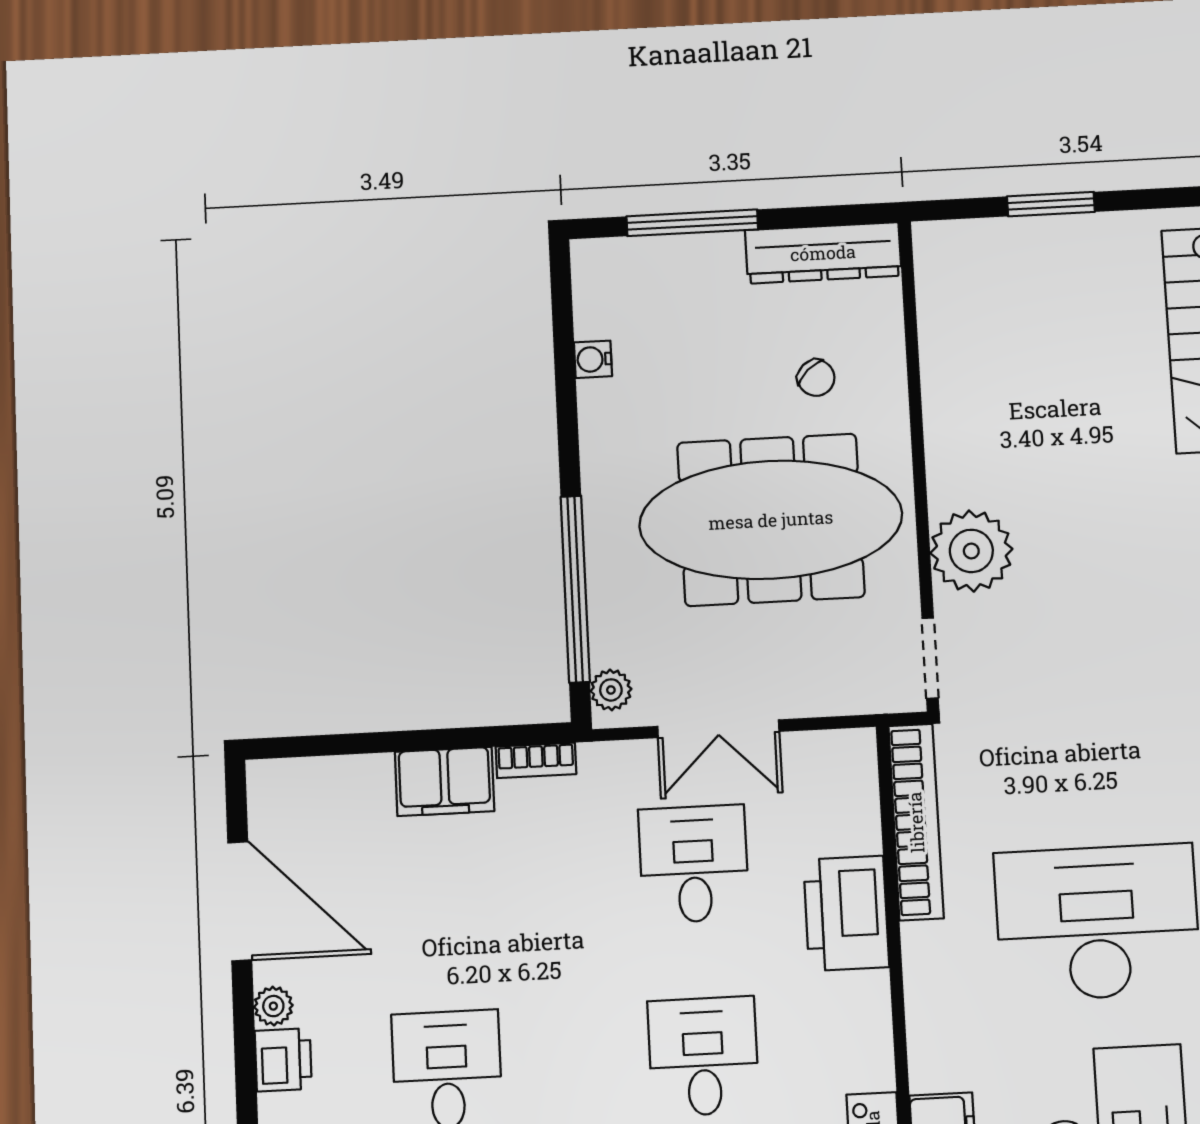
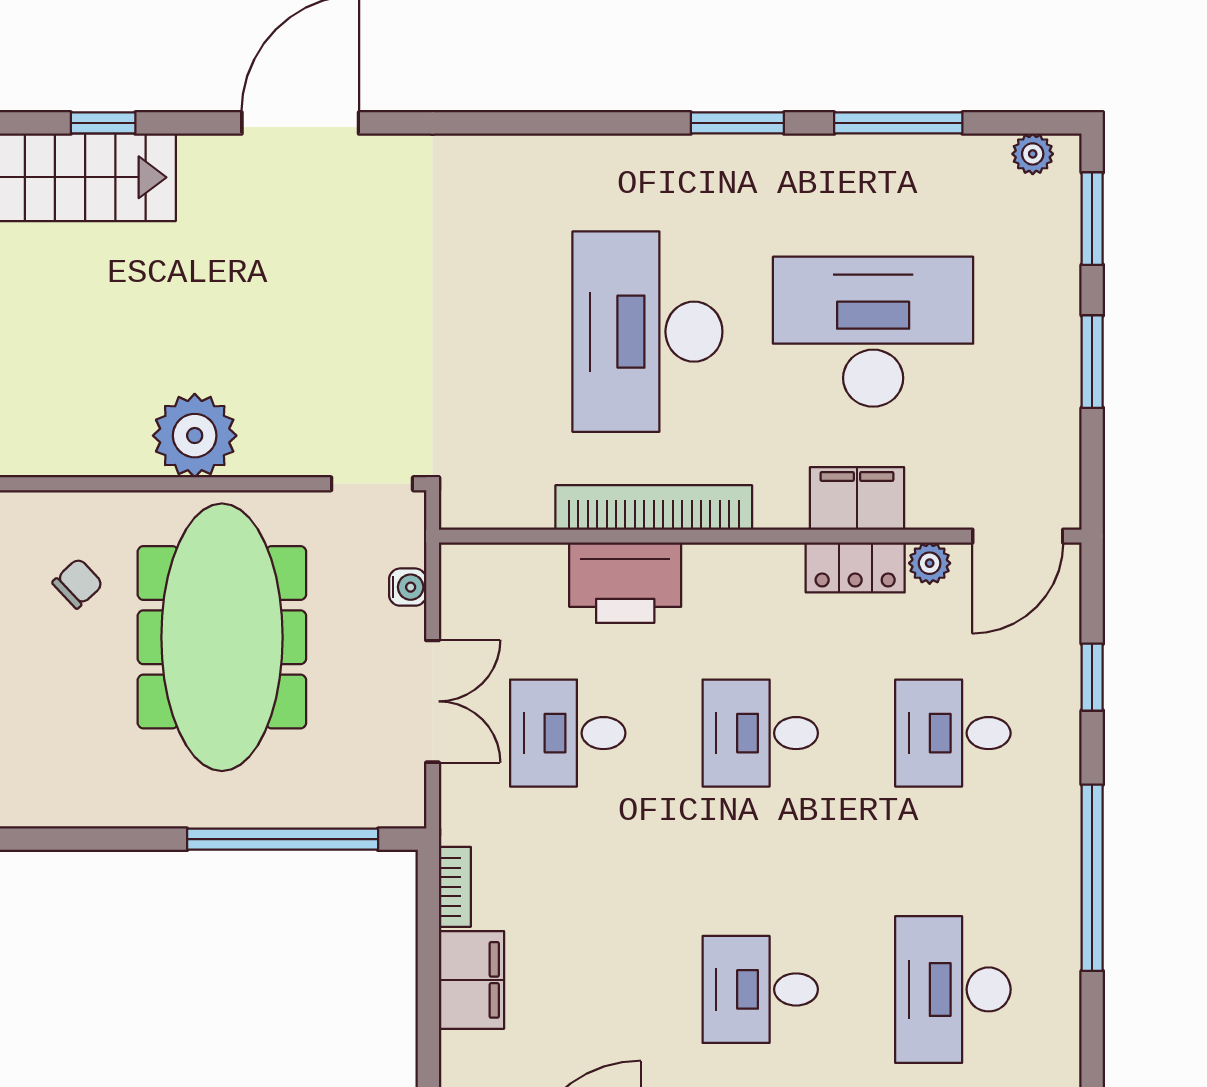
water cooler: (593, 359) -> (408, 587), moved, turned -90
plant: (971, 551) -> (195, 436), moved
plant: (611, 690) -> (387, 808), removed
bookcase: (916, 822) -> (654, 508), moved

